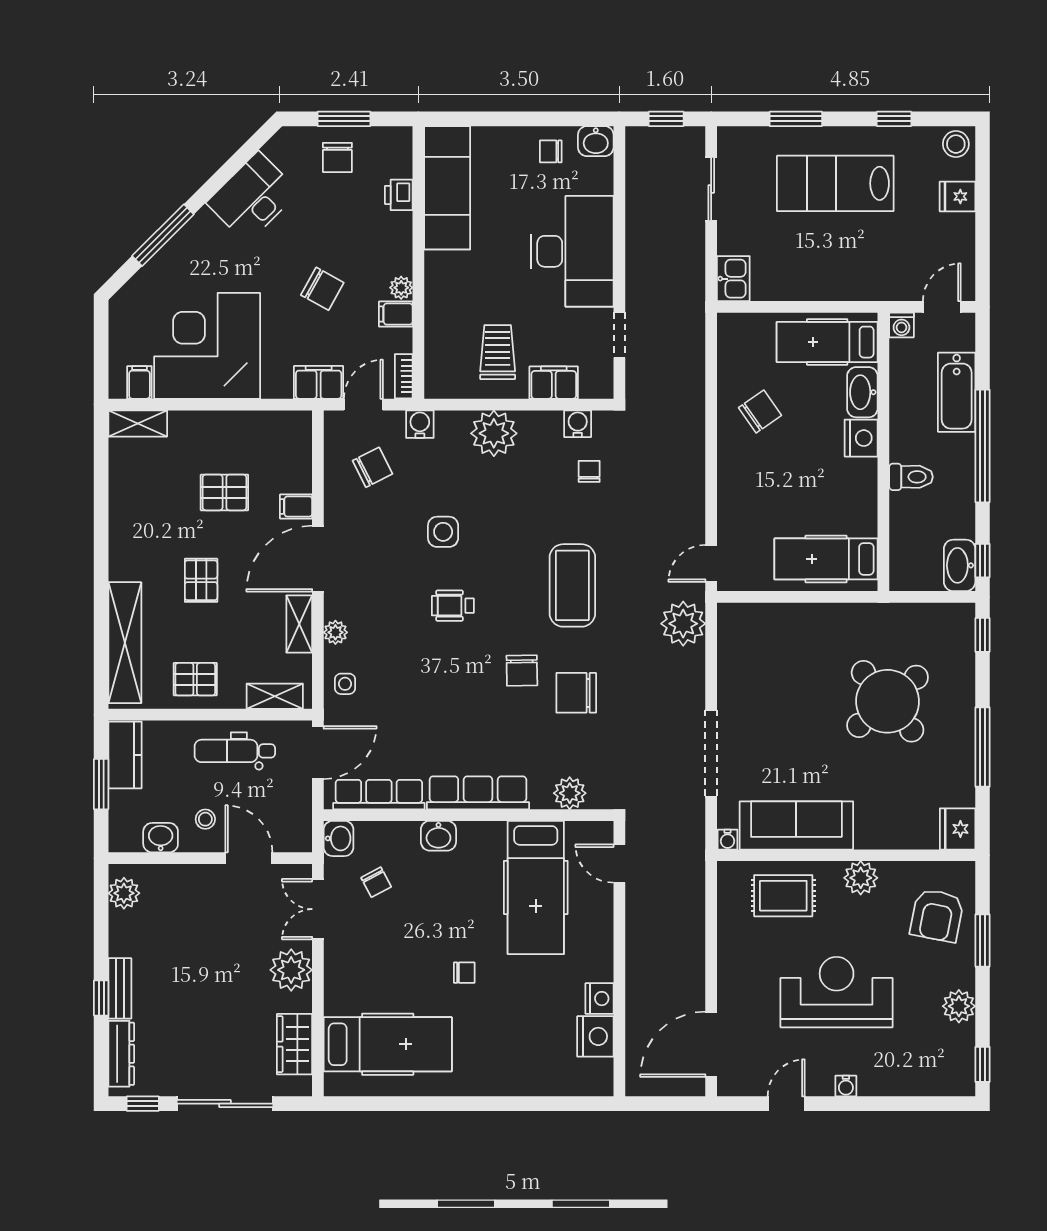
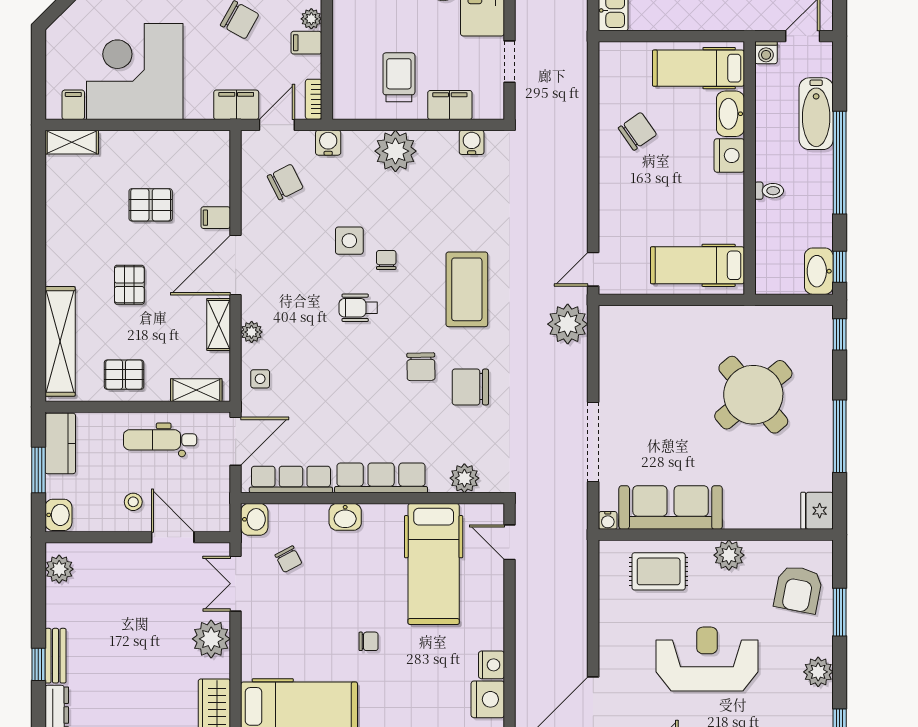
chair: (589, 471) -> (386, 260), moved
toilet: (911, 477) -> (769, 191), width x0.73, depth x0.72
washbasin: (161, 838) -> (58, 515), moved, turned 90

